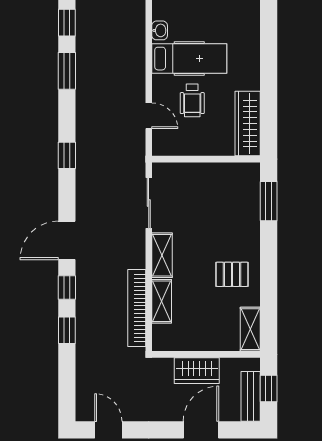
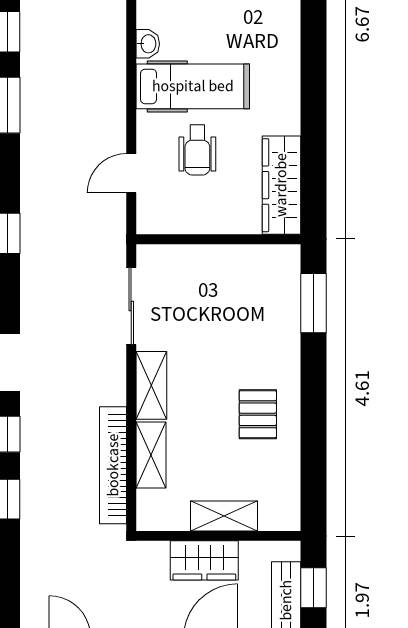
door: (149, 116) -> (131, 173), swing flipped
pallet: (232, 274) -> (258, 414), turned 90
shelving: (250, 329) -> (224, 516), moved, turned 90

